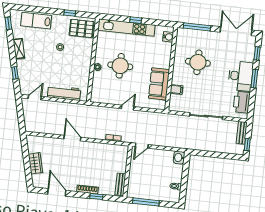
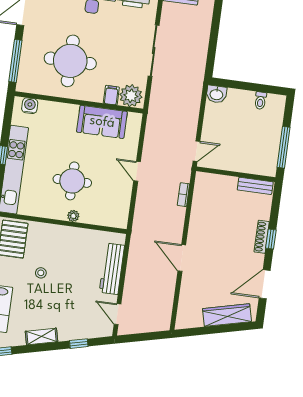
round table: (198, 62) -> (70, 61), width x1.36, depth x1.36
plant: (176, 102) -> (131, 96), added
door: (72, 138) -> (182, 258), hinge flipped
door: (142, 146) -> (196, 151), hinge flipped
wardrobe: (35, 163) -> (227, 315), width x1.50
window: (96, 197) -> (271, 239), moved

